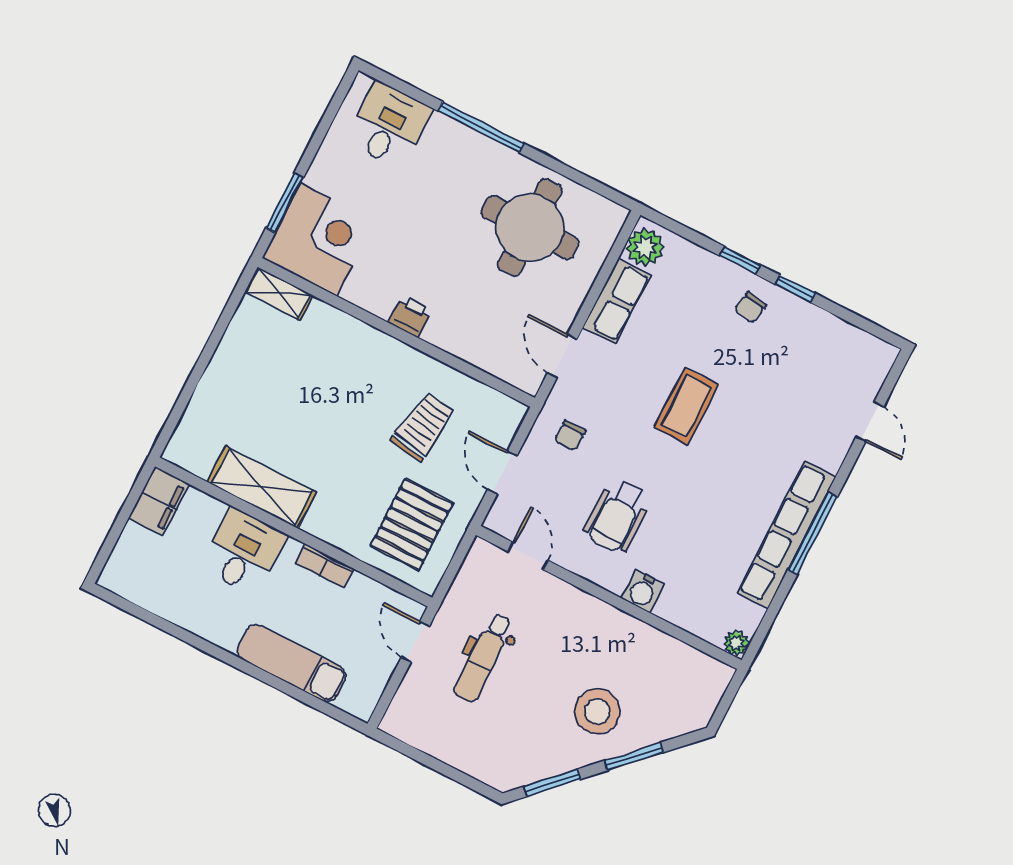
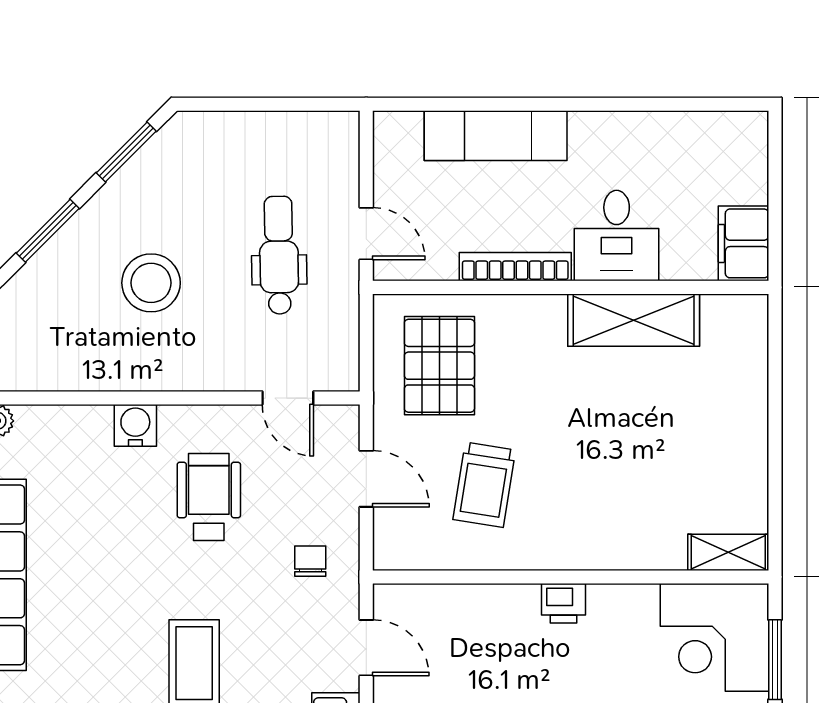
bookcase: (324, 566) -> (515, 267), width x1.56
stool: (597, 711) -> (151, 283), moved

